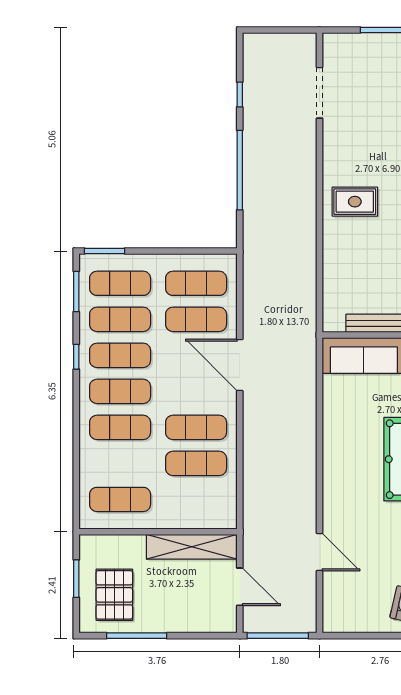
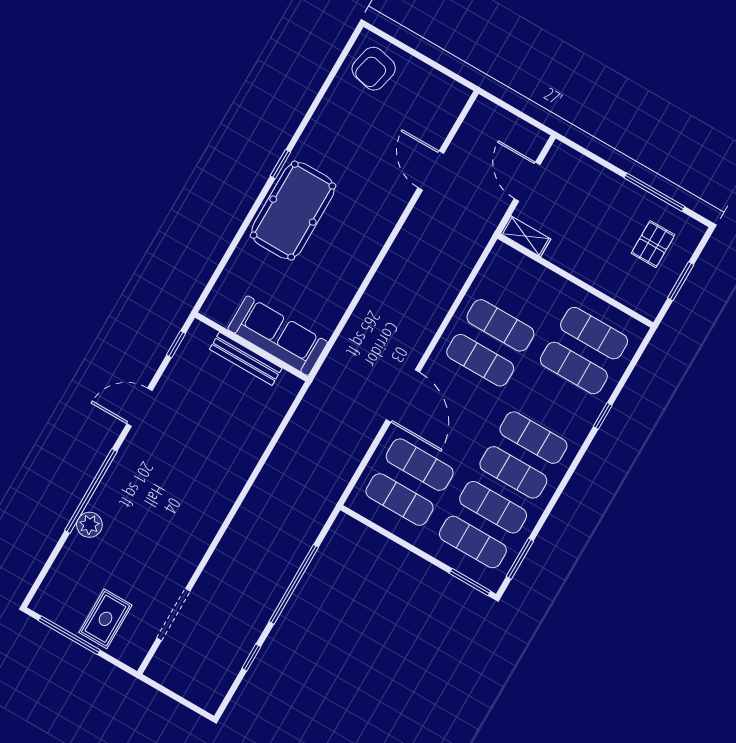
rug: (355, 202) -> (105, 619), moved, turned 90
window: (76, 357) -> (603, 416), moved
exercise mat: (120, 427) -> (574, 368), moved
shelving: (192, 547) -> (526, 236), width x0.45, depth x0.75
pallet: (114, 595) -> (653, 244), width x0.67, depth x0.71
window: (278, 636) -> (518, 113), removed

